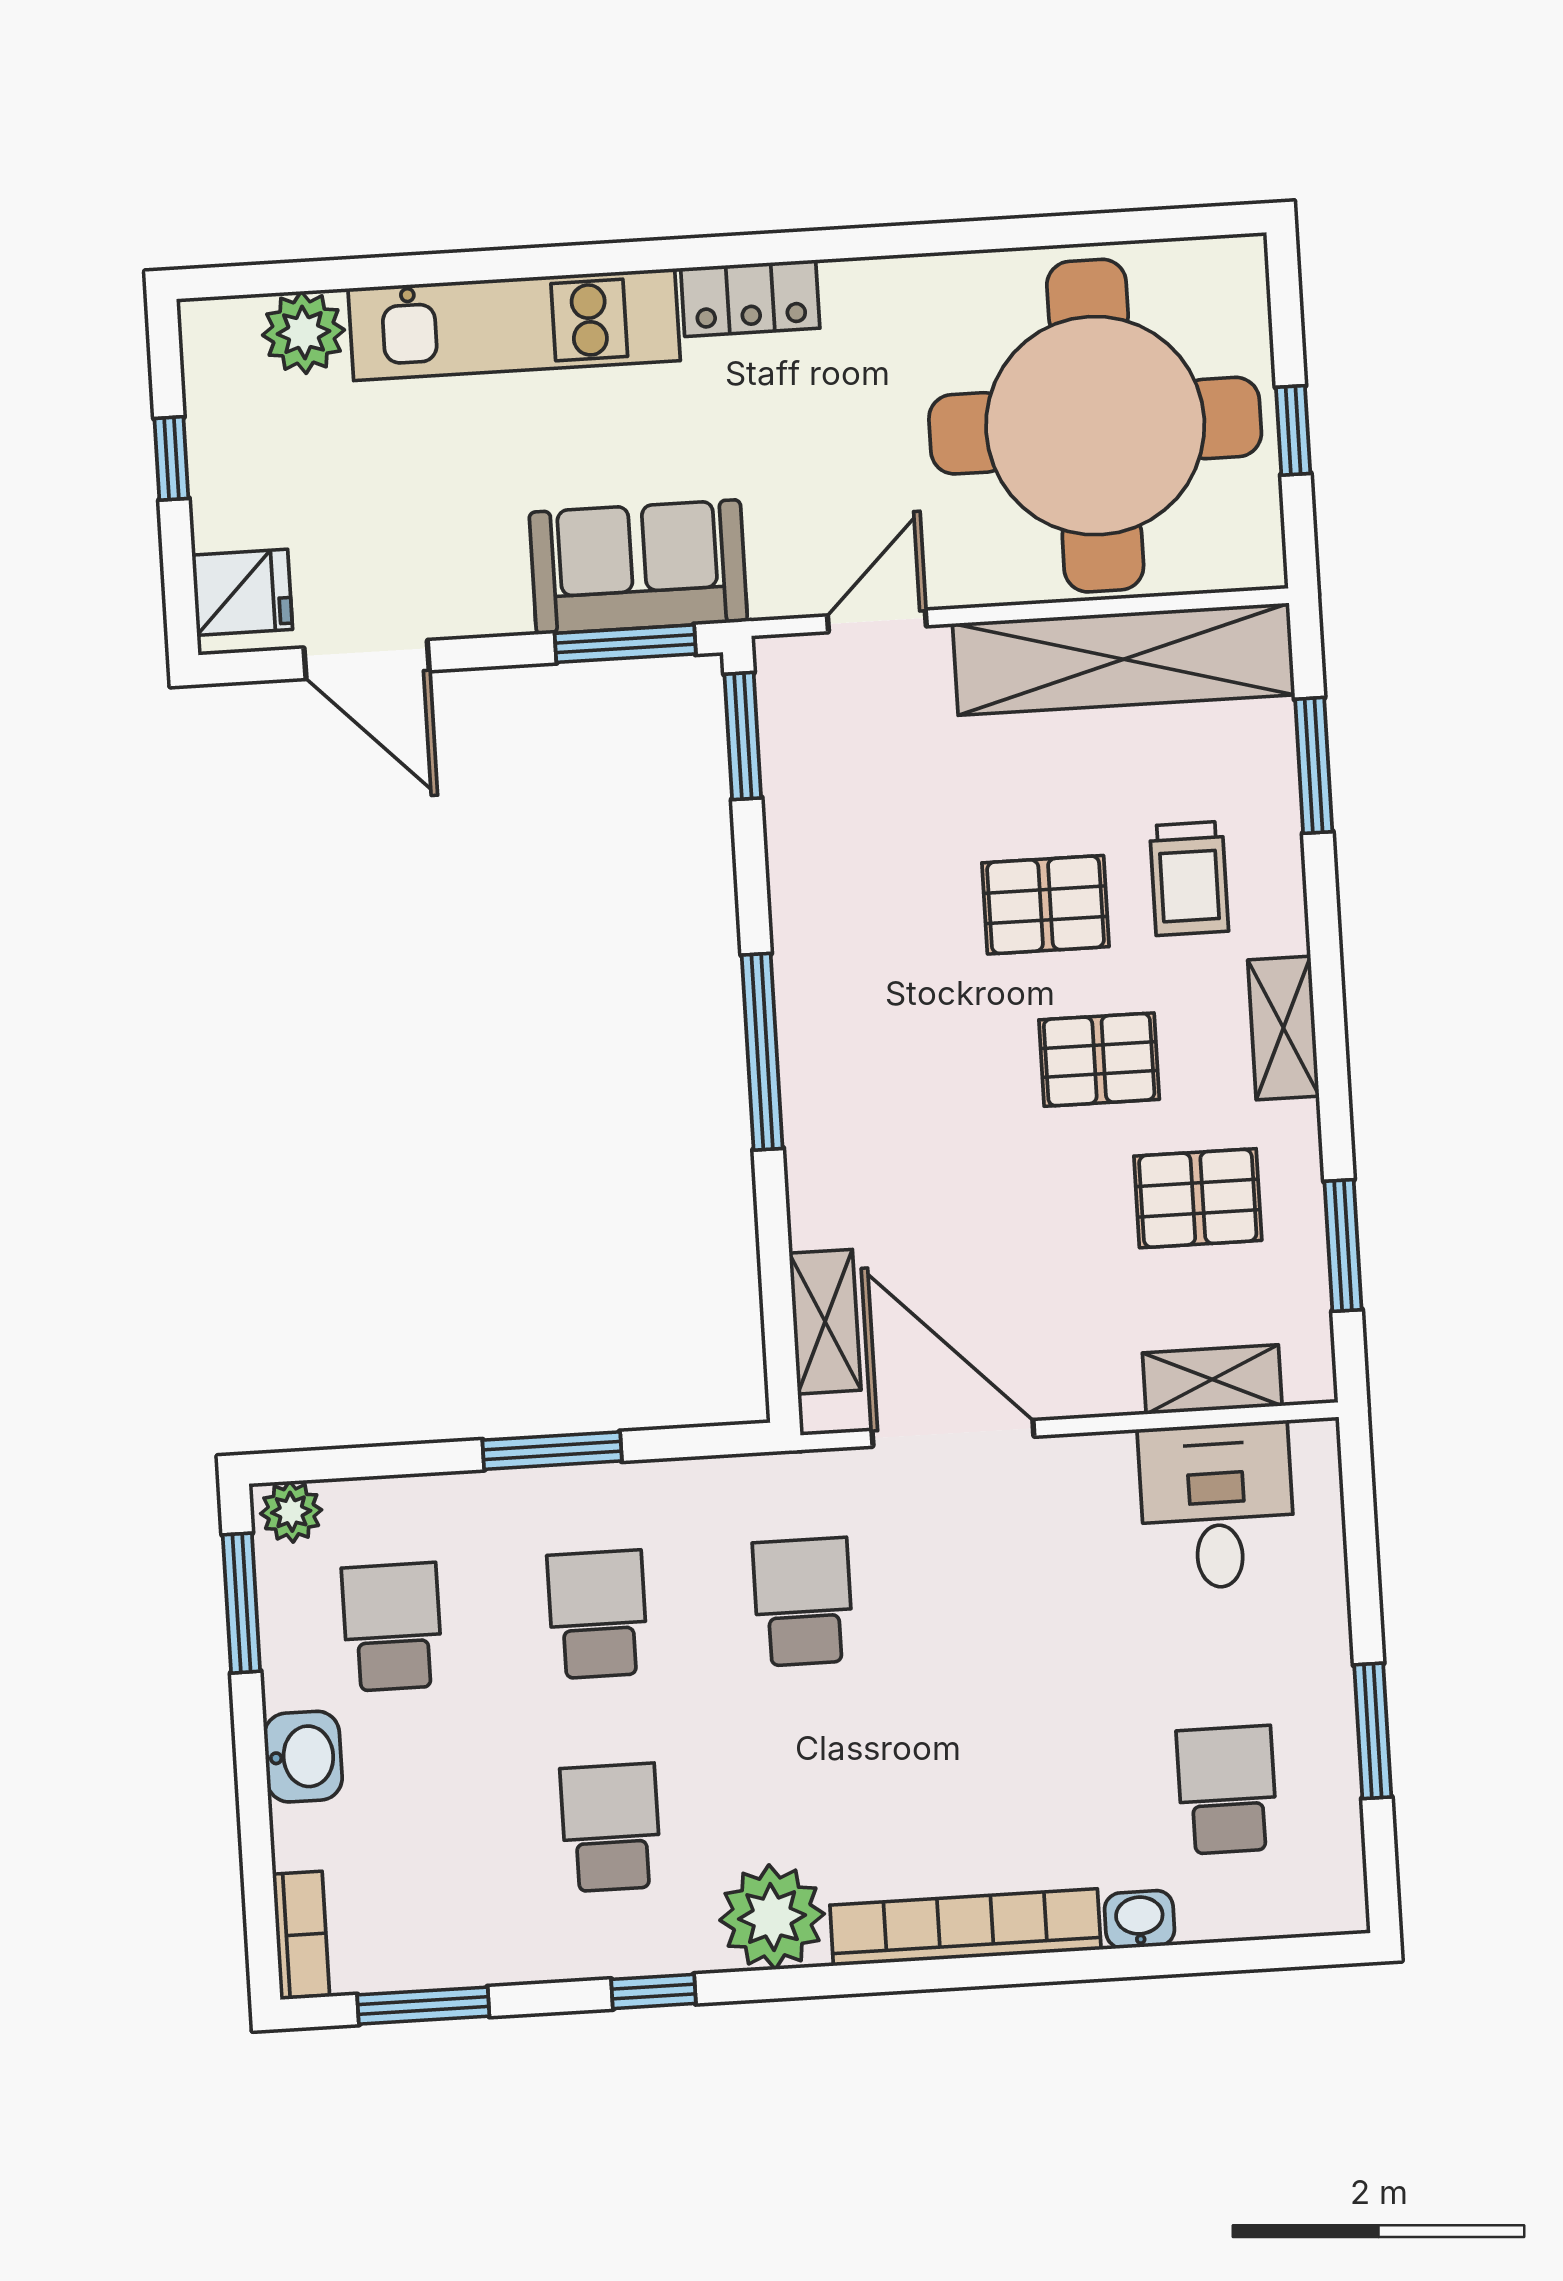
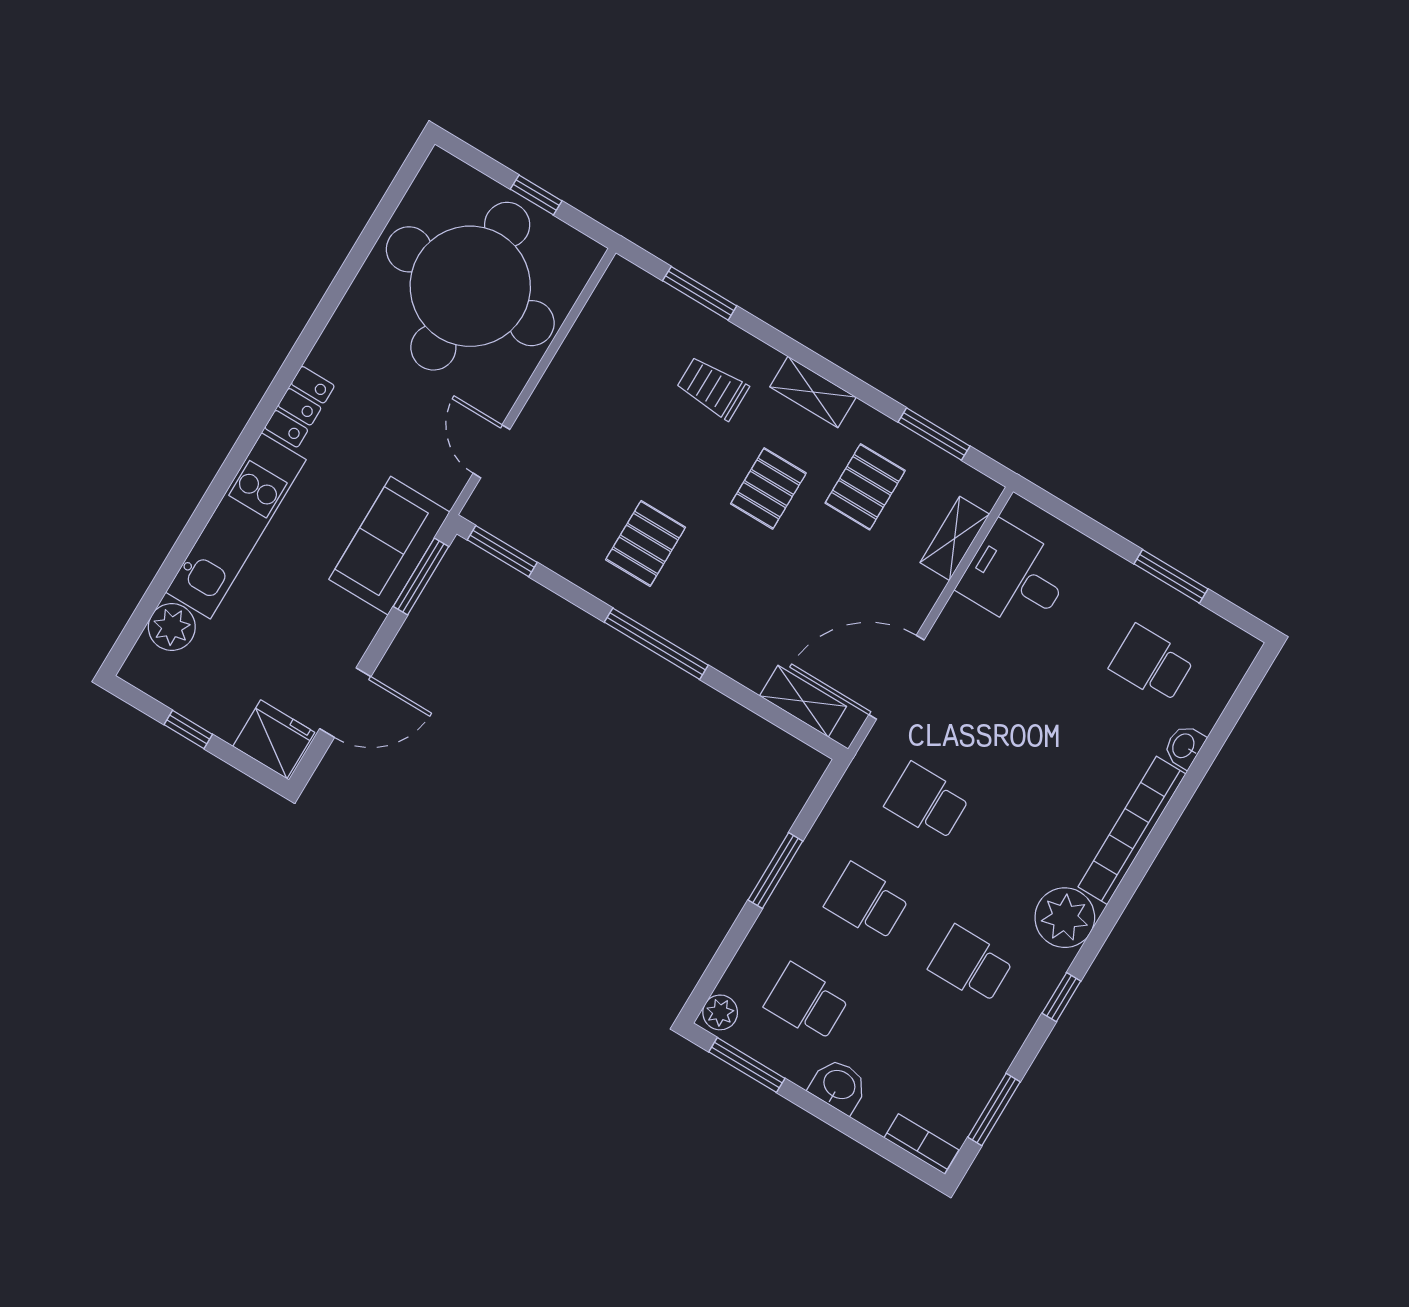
fridge: (242, 592) -> (274, 739), width x1.38
shelving: (1124, 659) -> (589, 348), removed
trolley: (1189, 878) -> (713, 388), turned 180
pallet: (1045, 905) -> (646, 543), moved

